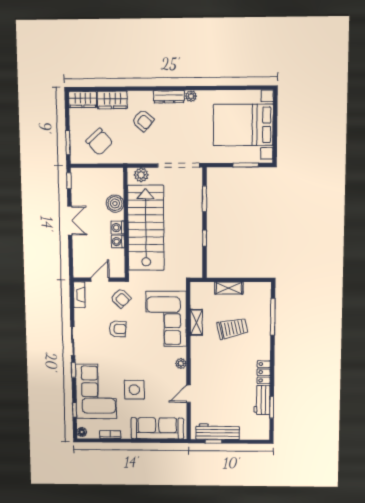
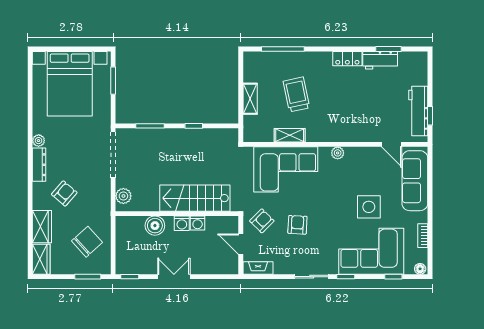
stairs: (146, 228) -> (195, 198), width x0.73, depth x0.66
door: (189, 394) -> (392, 144), moved

